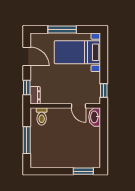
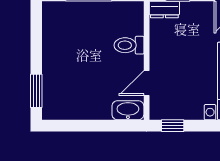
toilet: (42, 116) -> (129, 45), moved

